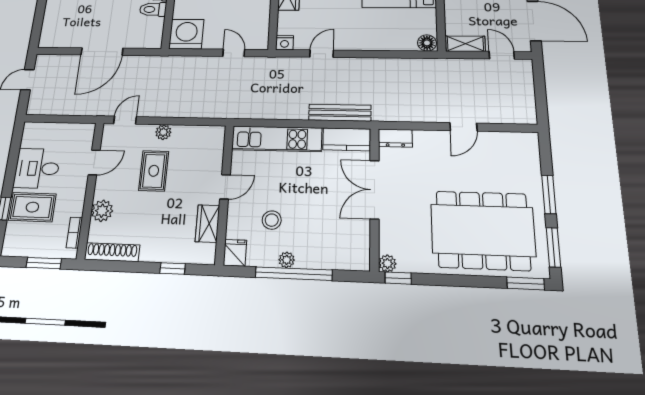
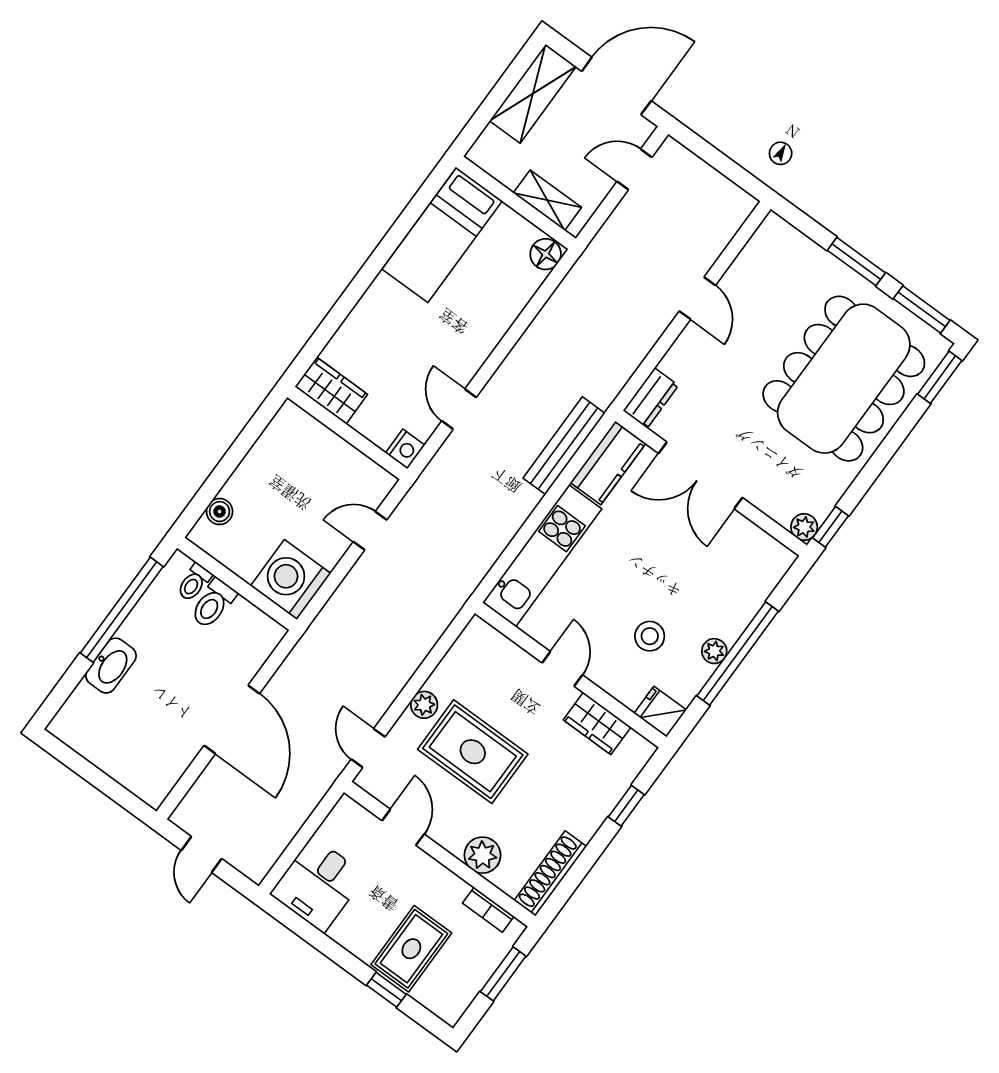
shelving: (465, 44) -> (547, 200), moved, turned 90
desk: (37, 168) -> (318, 885), moved
rug: (154, 171) -> (473, 752), width x1.36, depth x1.43

